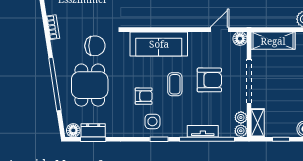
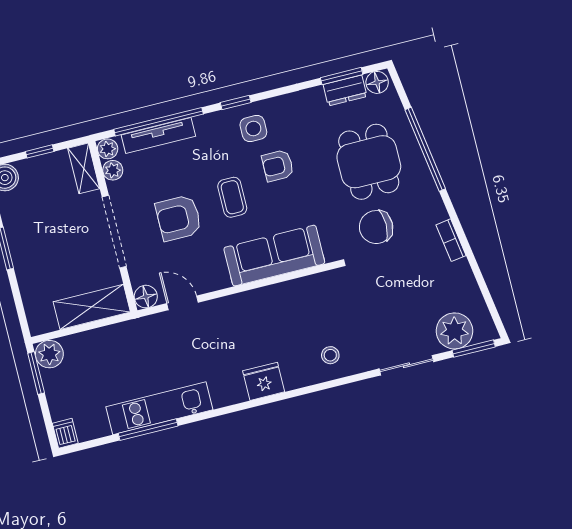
door: (219, 30) -> (182, 303), swing flipped
tv unit: (203, 131) -> (158, 136), width x1.41

